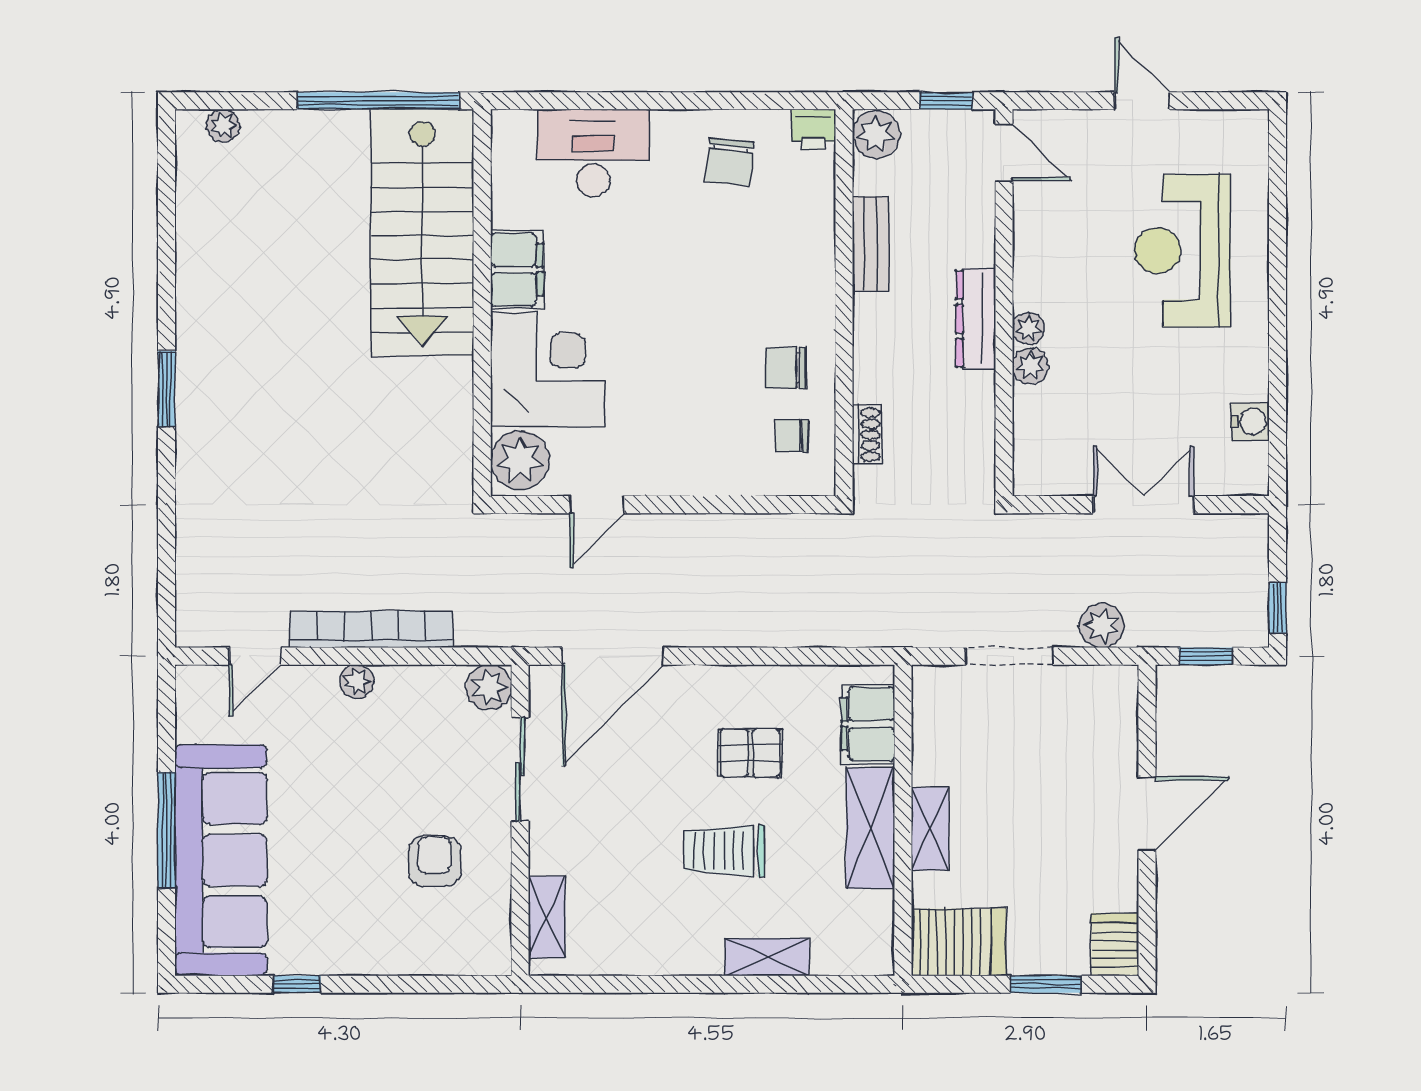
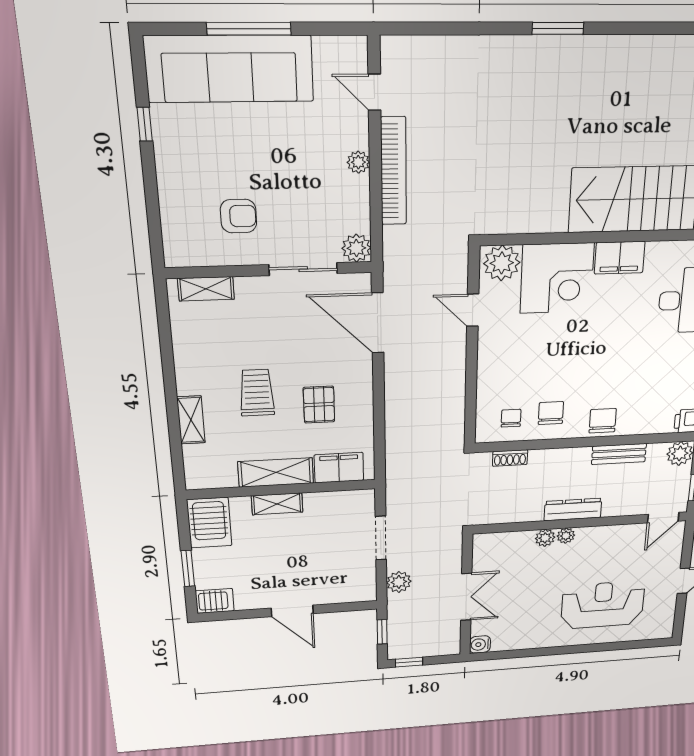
chair: (730, 162) -> (603, 421), moved, turned 84
water cooler: (1250, 422) -> (480, 644), moved, turned 90

